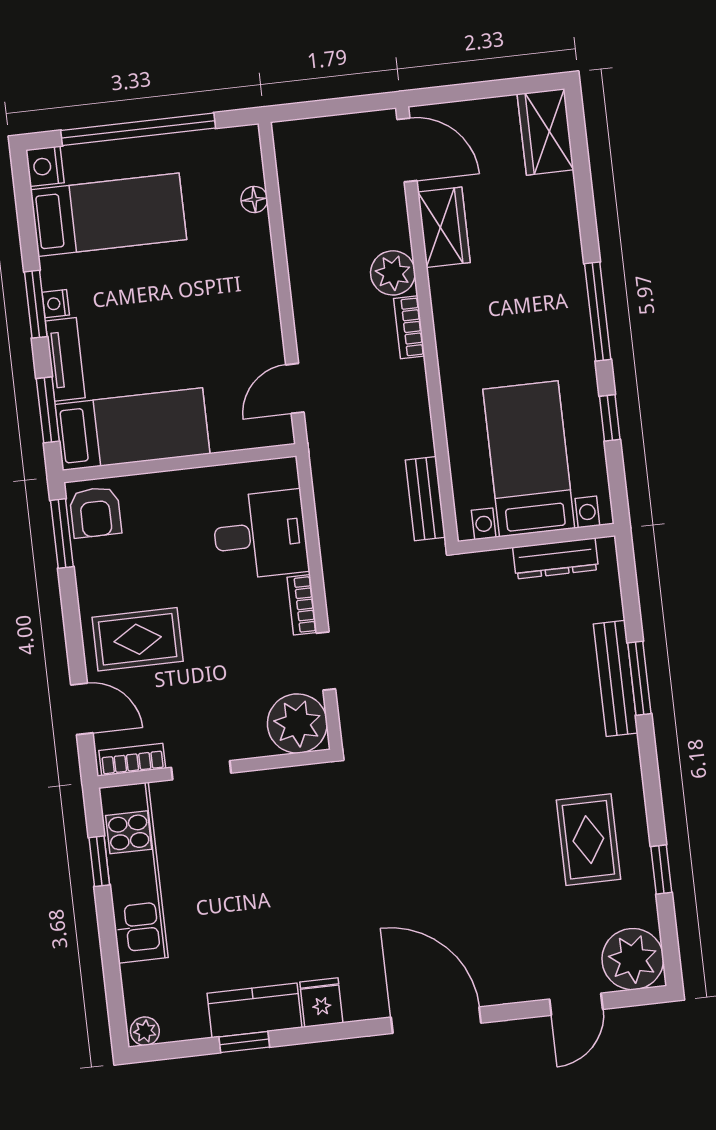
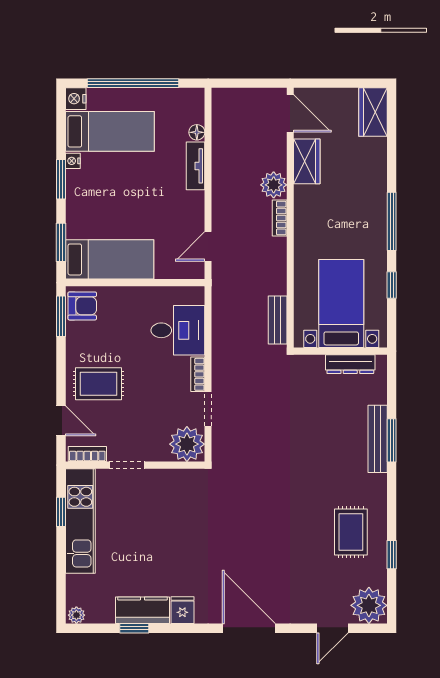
nightstand: (56, 304) -> (73, 161), moved
tv unit: (65, 359) -> (195, 166), moved, turned 180
armchair: (95, 512) -> (82, 306), turned -90

